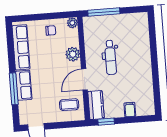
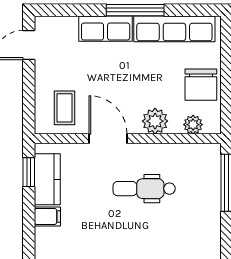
plant: (72, 23) -> (193, 125), moved
chair: (51, 30) -> (201, 85), width x1.87, depth x1.87
window: (14, 89) -> (135, 10), moved
kitchen counter: (96, 105) -> (47, 179), moved, turned -90

